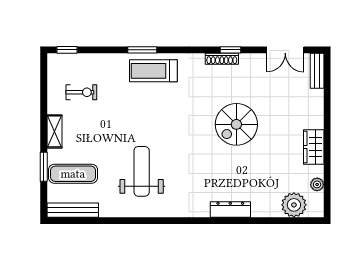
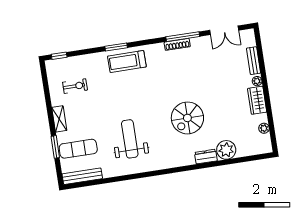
window: (230, 50) -> (183, 37), width x2.17
bench: (317, 71) -> (254, 61), moved
plant: (318, 122) -> (257, 81), added
spiral stairs: (236, 124) -> (187, 118), moved
plant: (294, 205) -> (226, 150), moved
dresser: (230, 209) -> (206, 157), width x0.70

